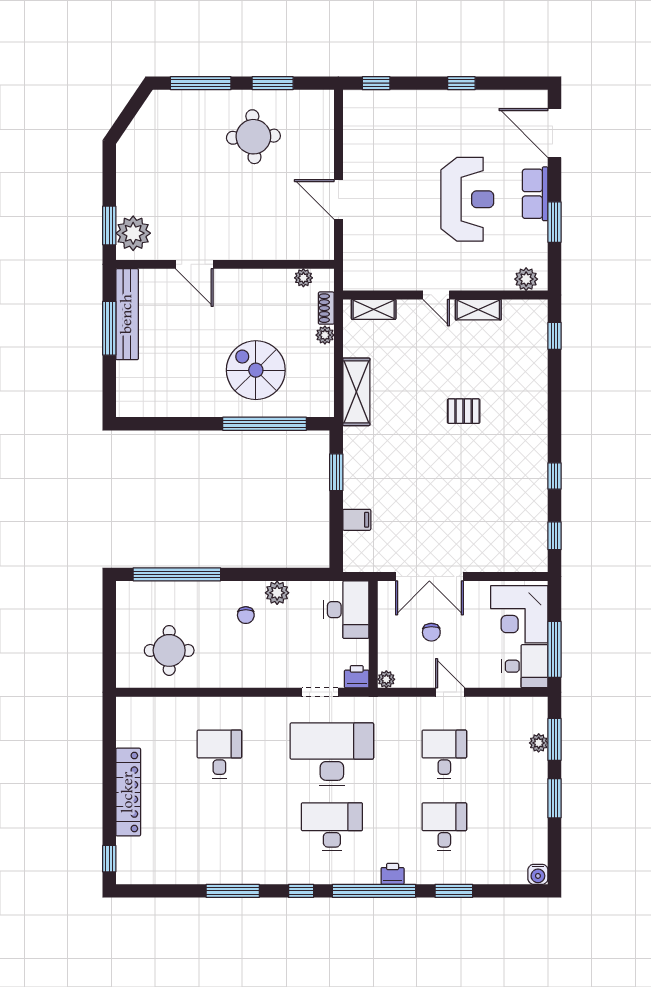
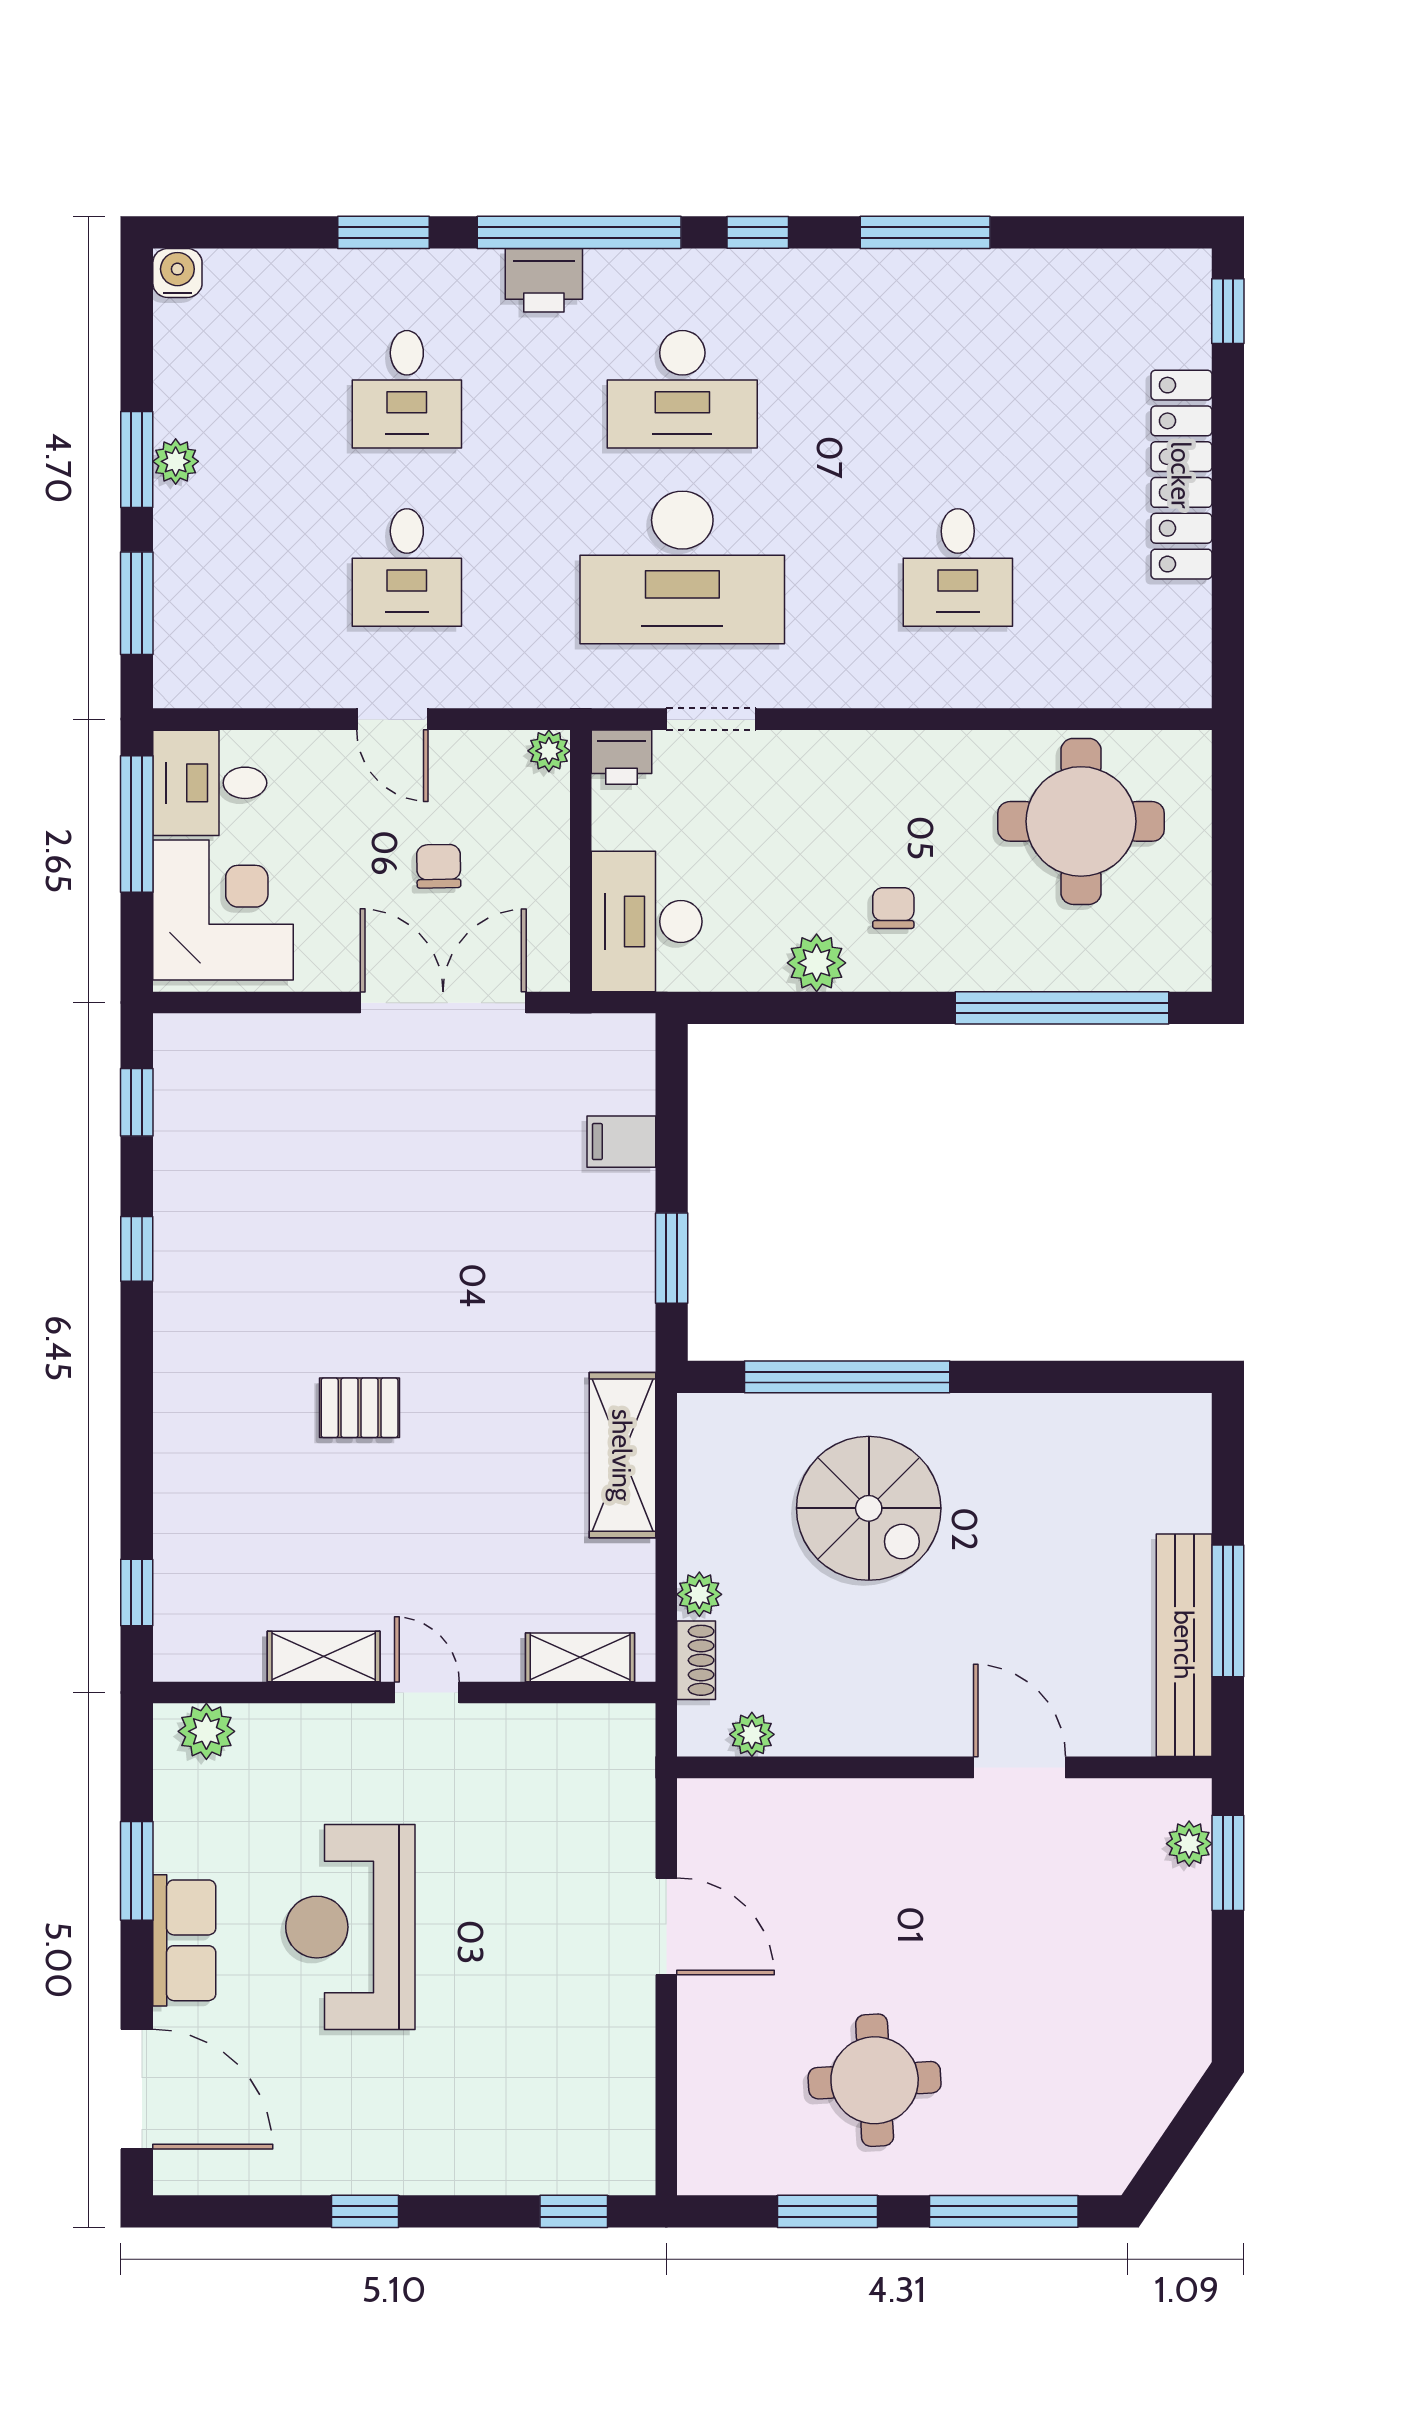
plant: (133, 233) -> (1189, 1844), width x0.53, depth x0.53
round table: (169, 650) -> (1081, 821), width x1.36, depth x1.36
plant: (539, 743) -> (176, 461), moved
printer: (393, 874) -> (544, 280), width x1.36, depth x1.24

